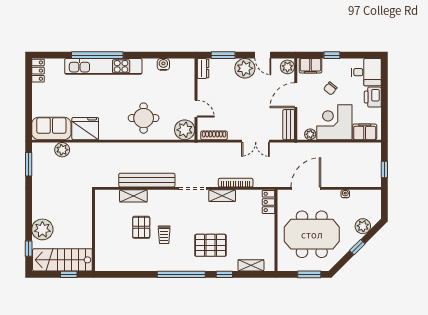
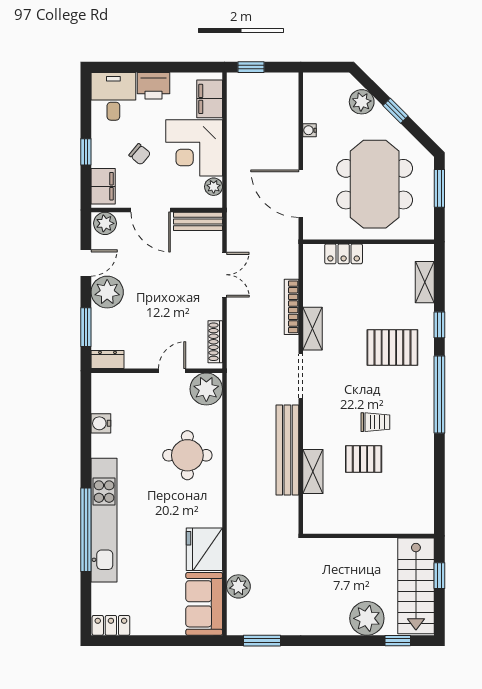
window: (384, 169) -> (251, 67), moved
locker: (269, 202) -> (344, 254), moved
pallet: (210, 245) -> (392, 347), turned 90

